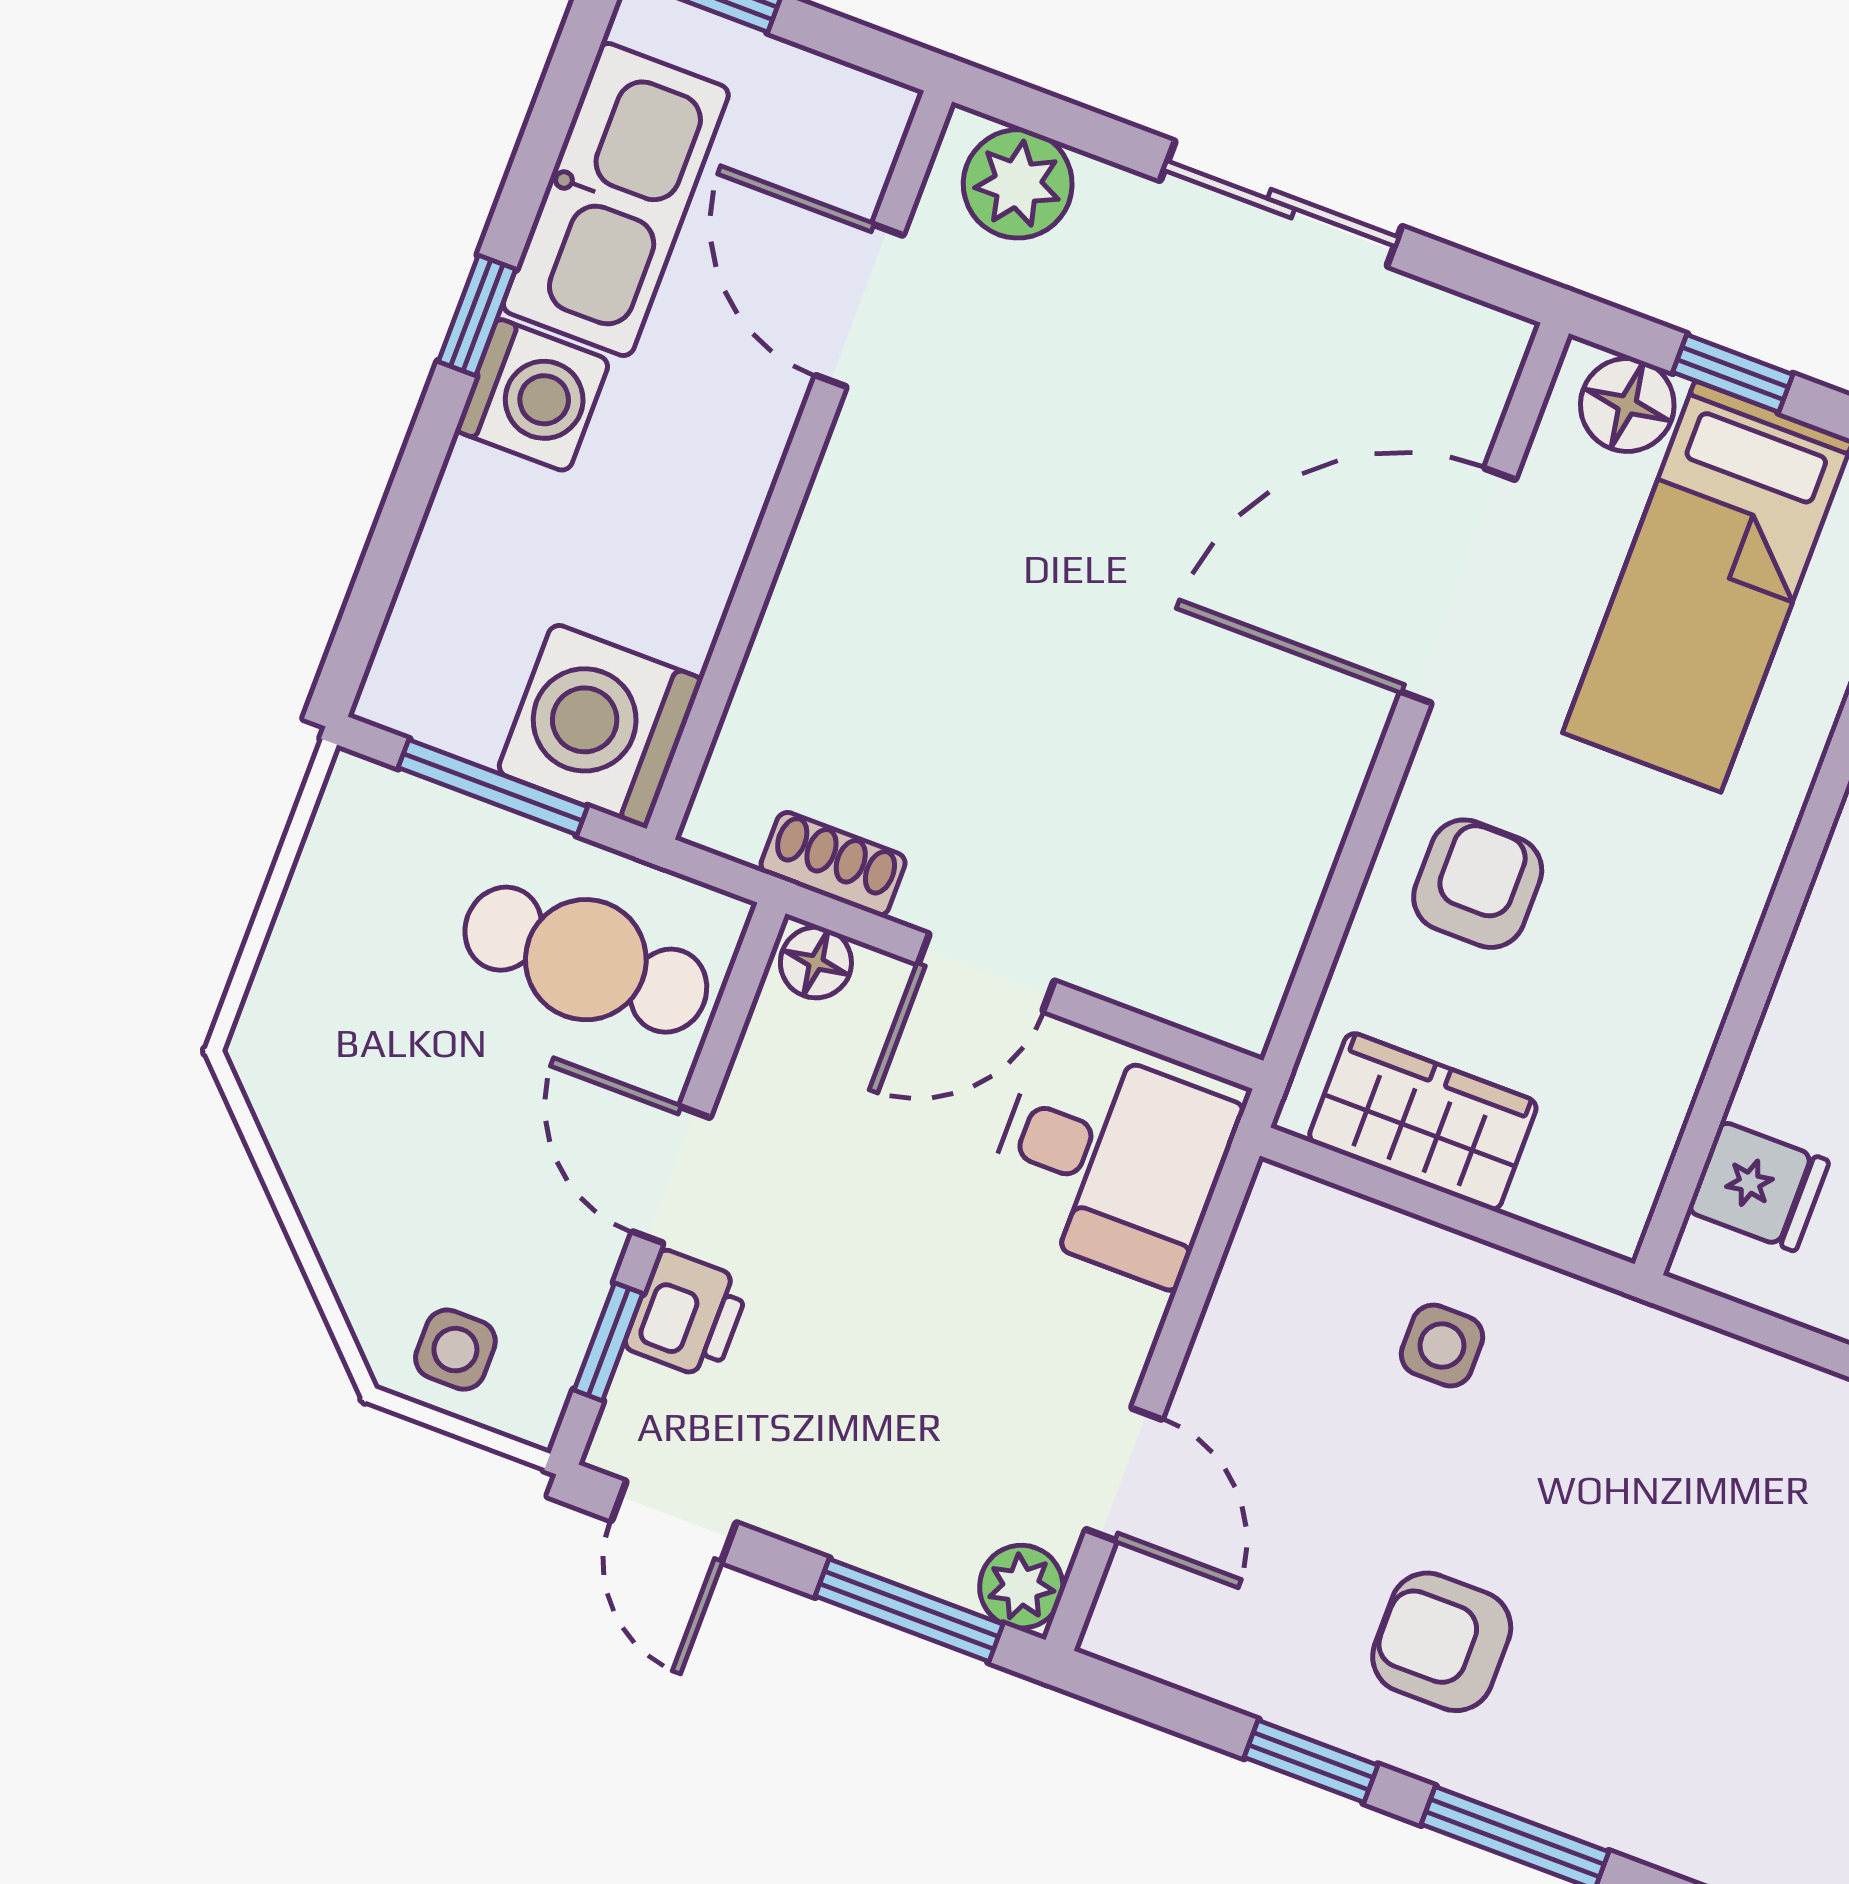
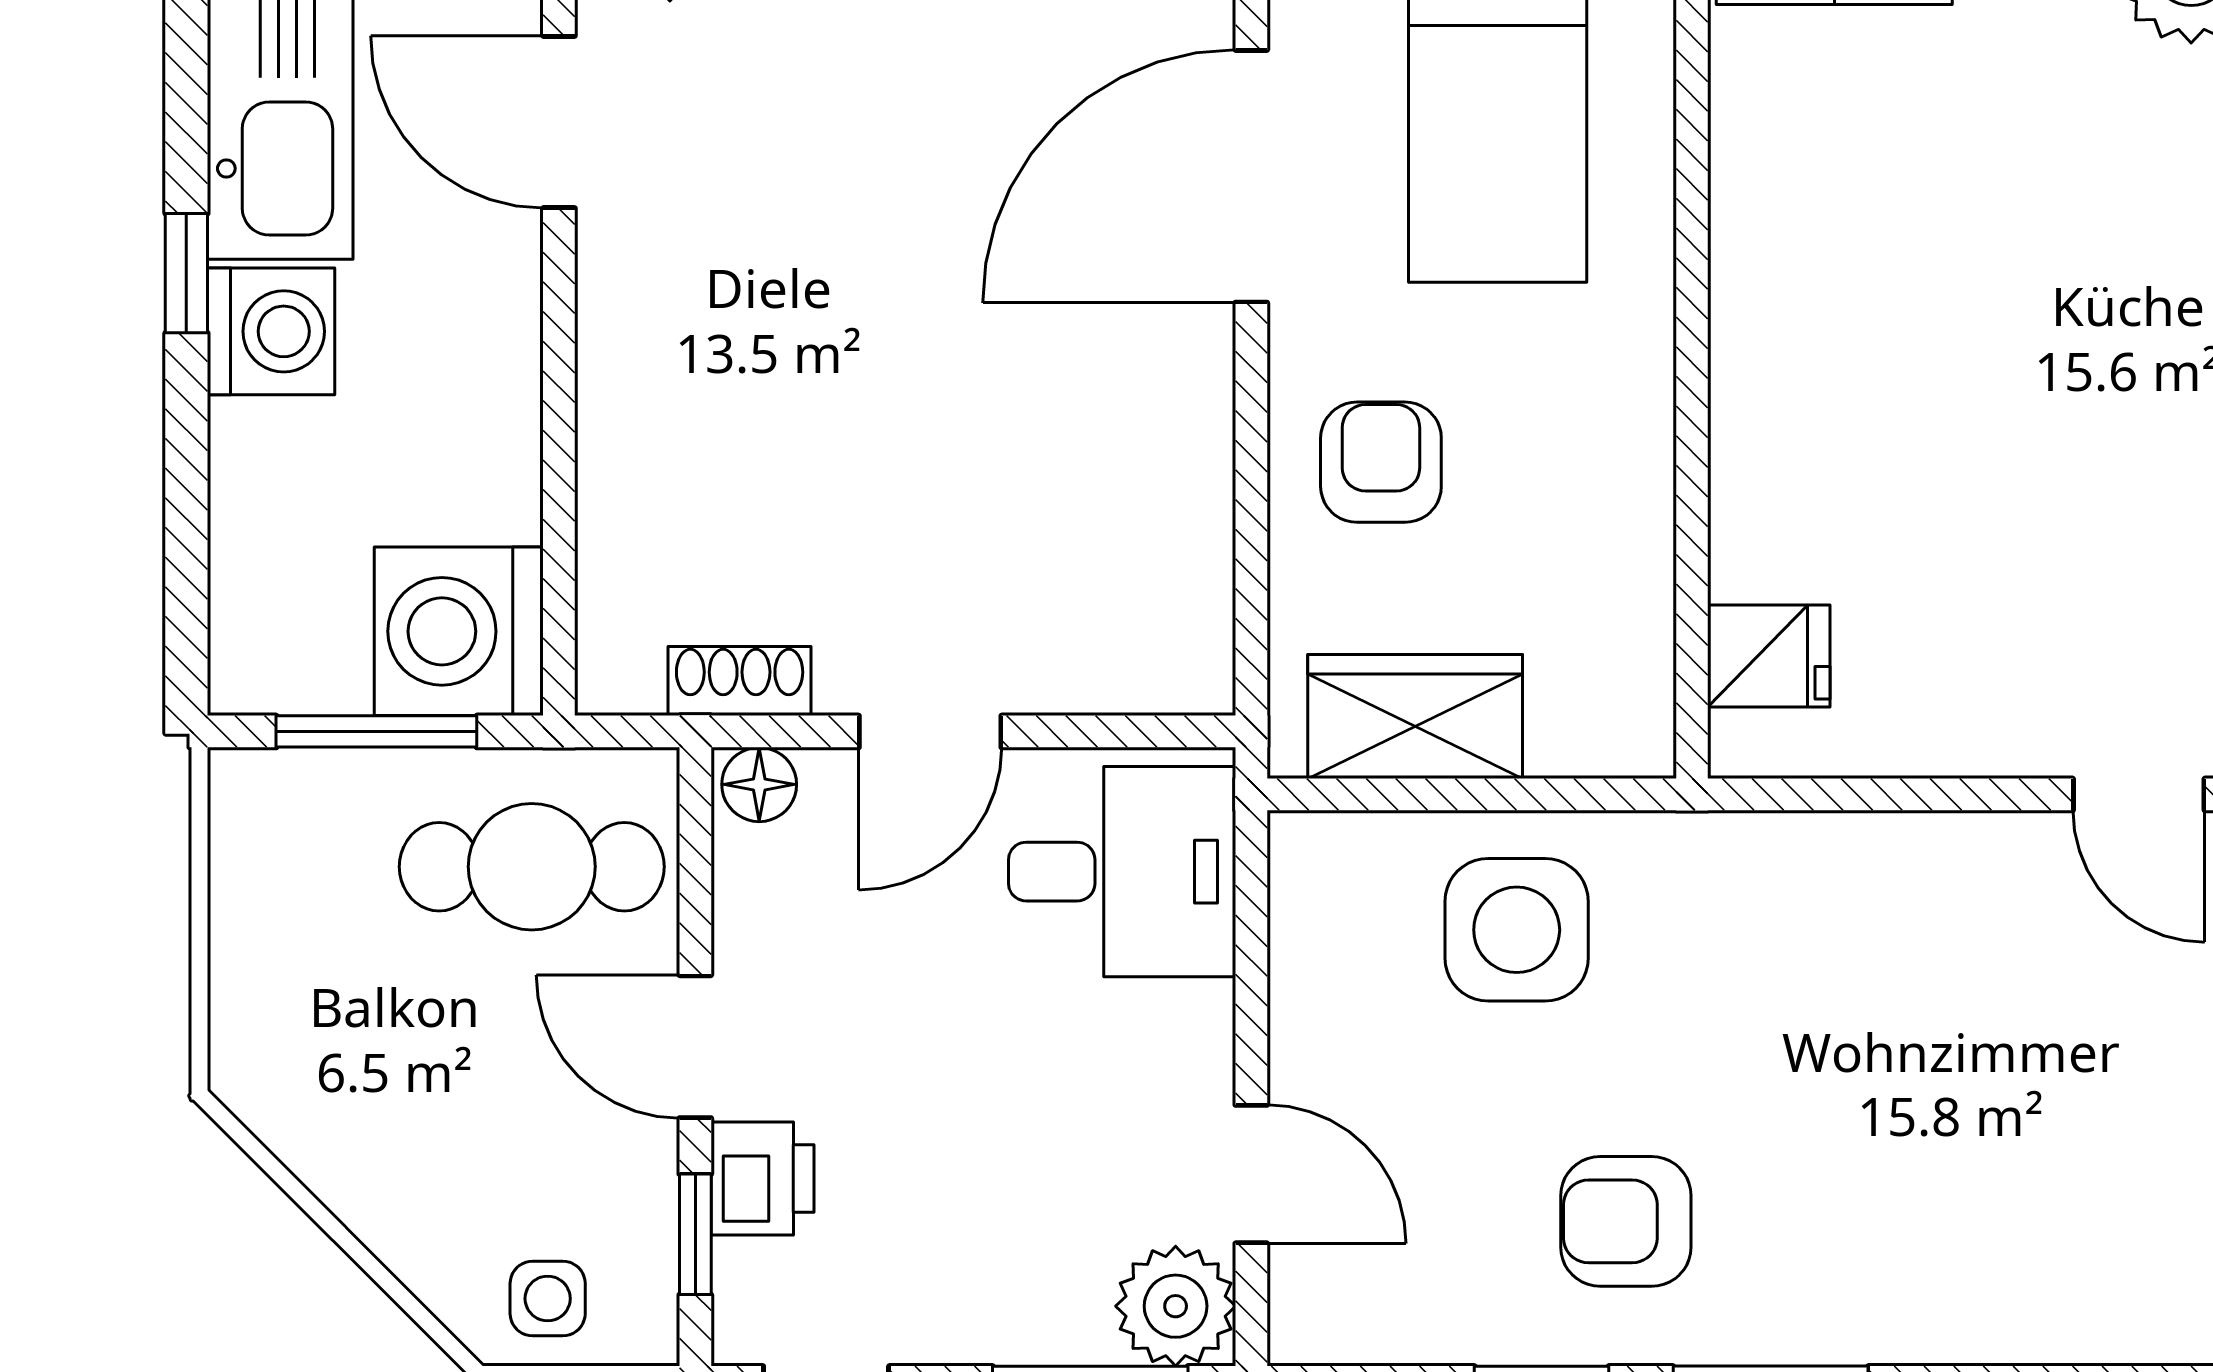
side table: (1442, 1346) -> (1517, 930), width x1.87, depth x1.87
plant: (1021, 1587) -> (1176, 1306), width x1.38, depth x1.38

